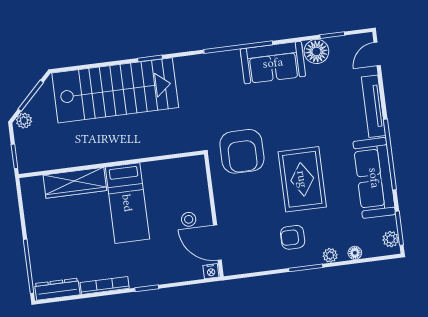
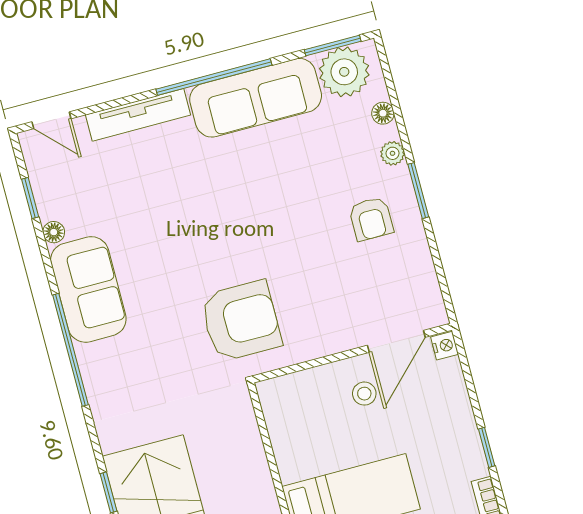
floor lamp: (316, 51) -> (54, 232), width x0.53, depth x0.53
rug: (302, 179) -> (274, 216), removed
plant: (391, 239) -> (344, 72), width x1.87, depth x1.87

